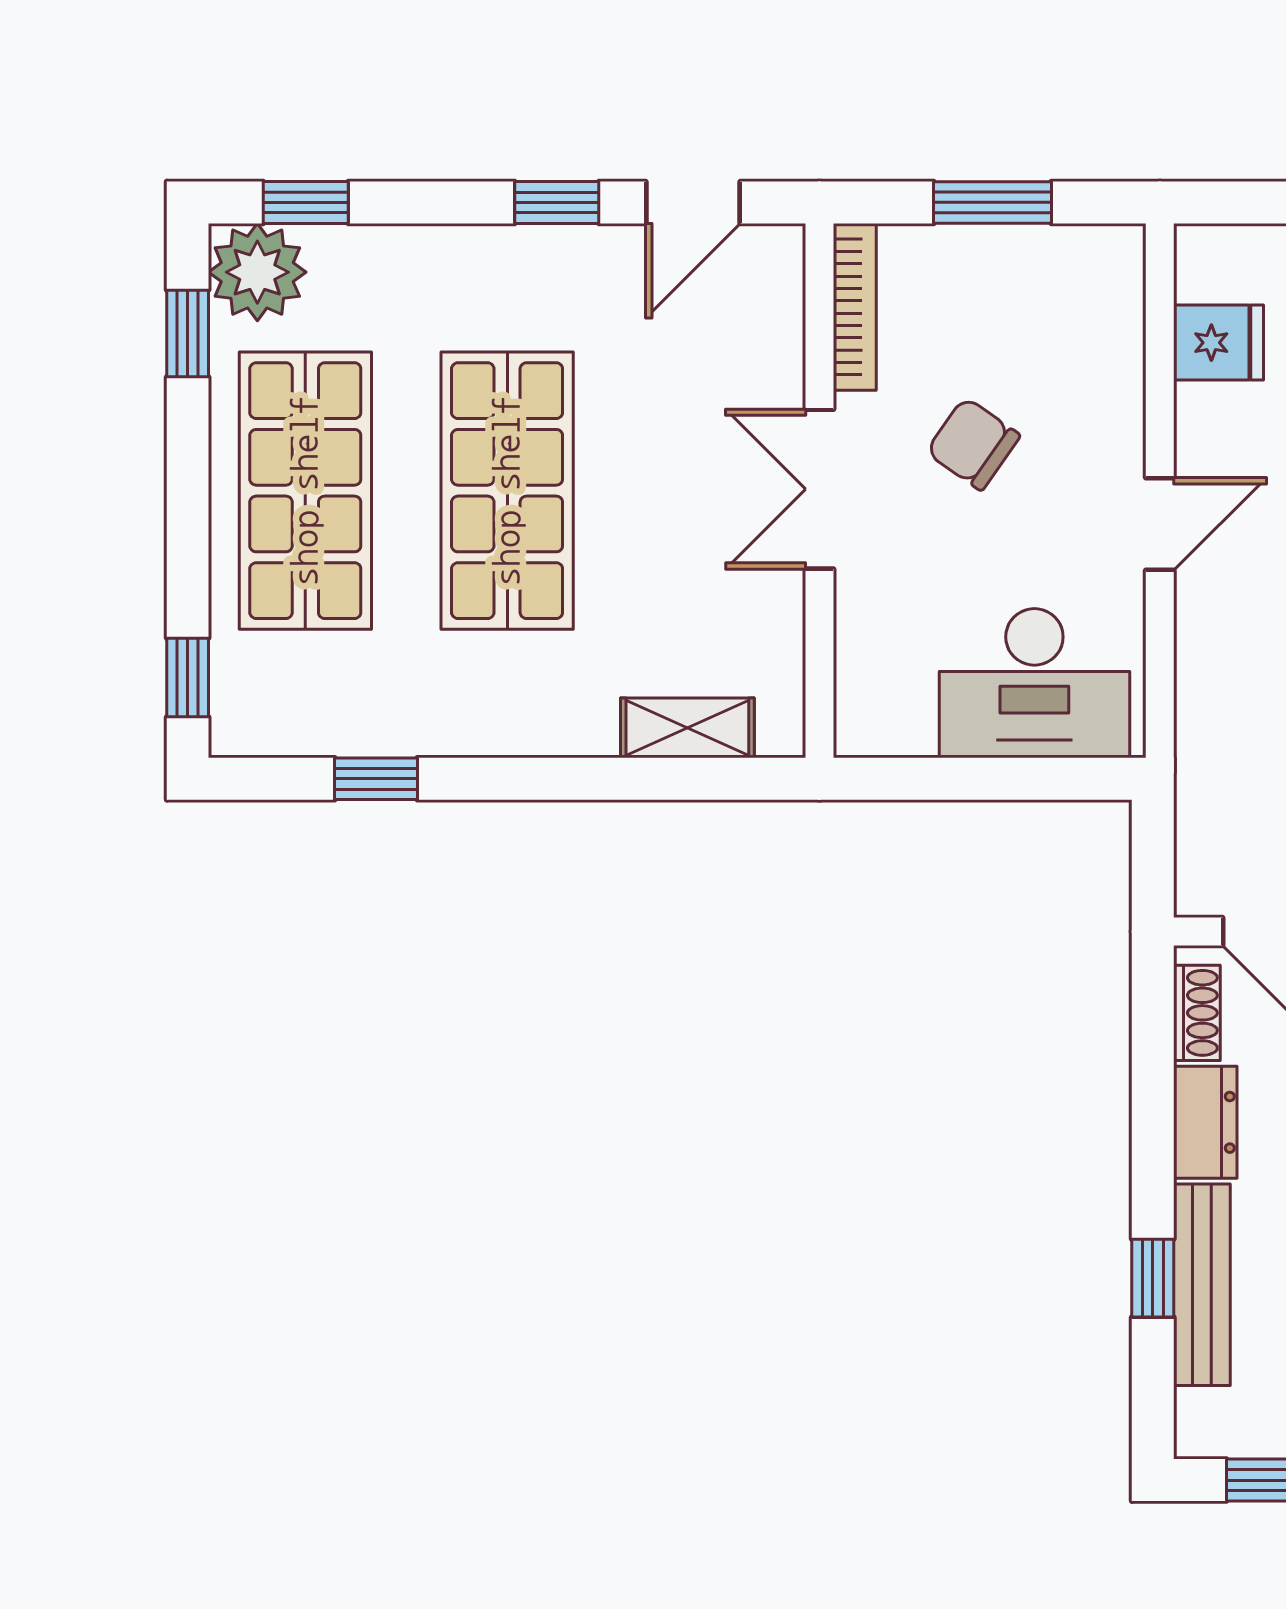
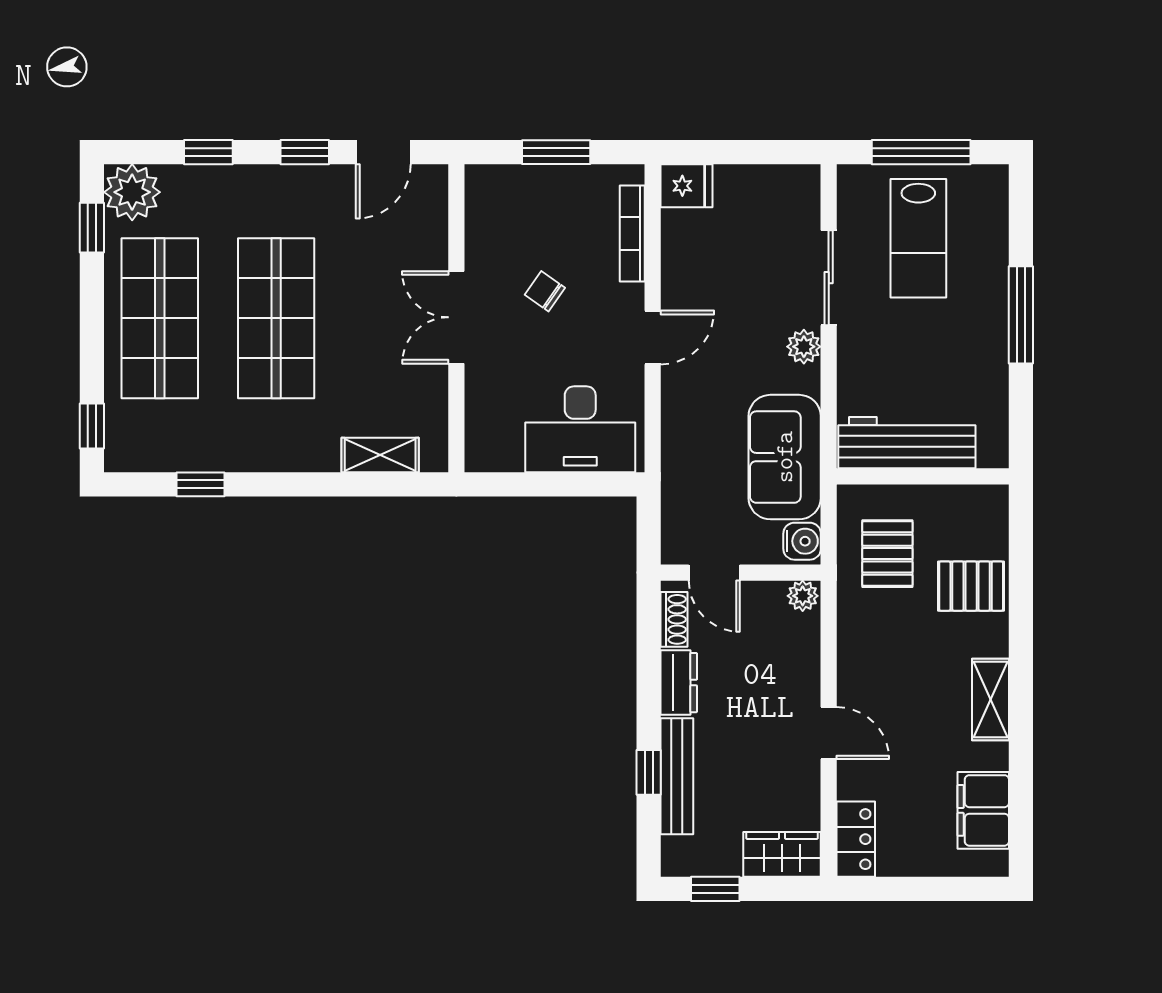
window: (306, 202) -> (208, 152), moved
bookcase: (855, 307) -> (632, 233), moved, turned 180
fridge: (1218, 343) -> (686, 186), moved
chair: (973, 444) -> (545, 291), width x0.73, depth x0.73

